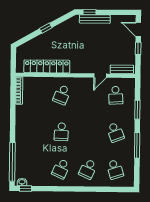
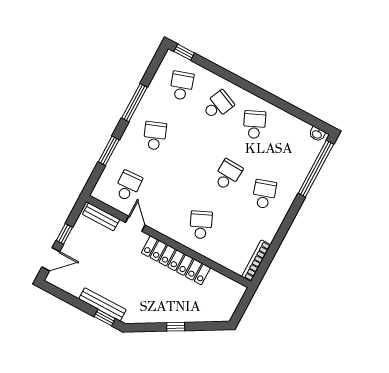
door: (138, 30) -> (51, 259), hinge flipped
locker: (47, 66) -> (176, 260), moved
door: (100, 76) -> (135, 224), hinge flipped
school desk: (62, 95) -> (201, 225), turned -45
school desk: (34, 131) -> (264, 194), added
school desk: (61, 169) -> (254, 125), turned -48
window: (25, 188) -> (184, 52), moved

